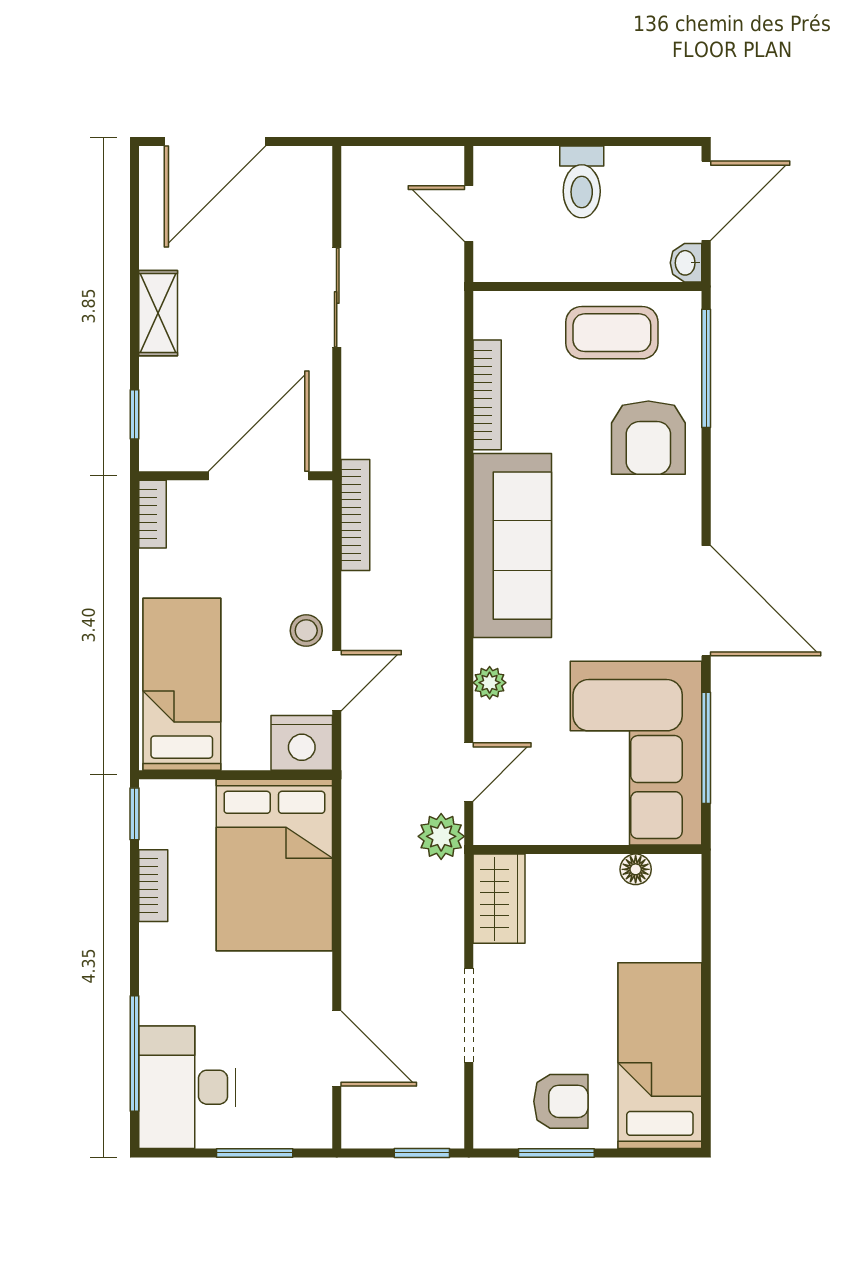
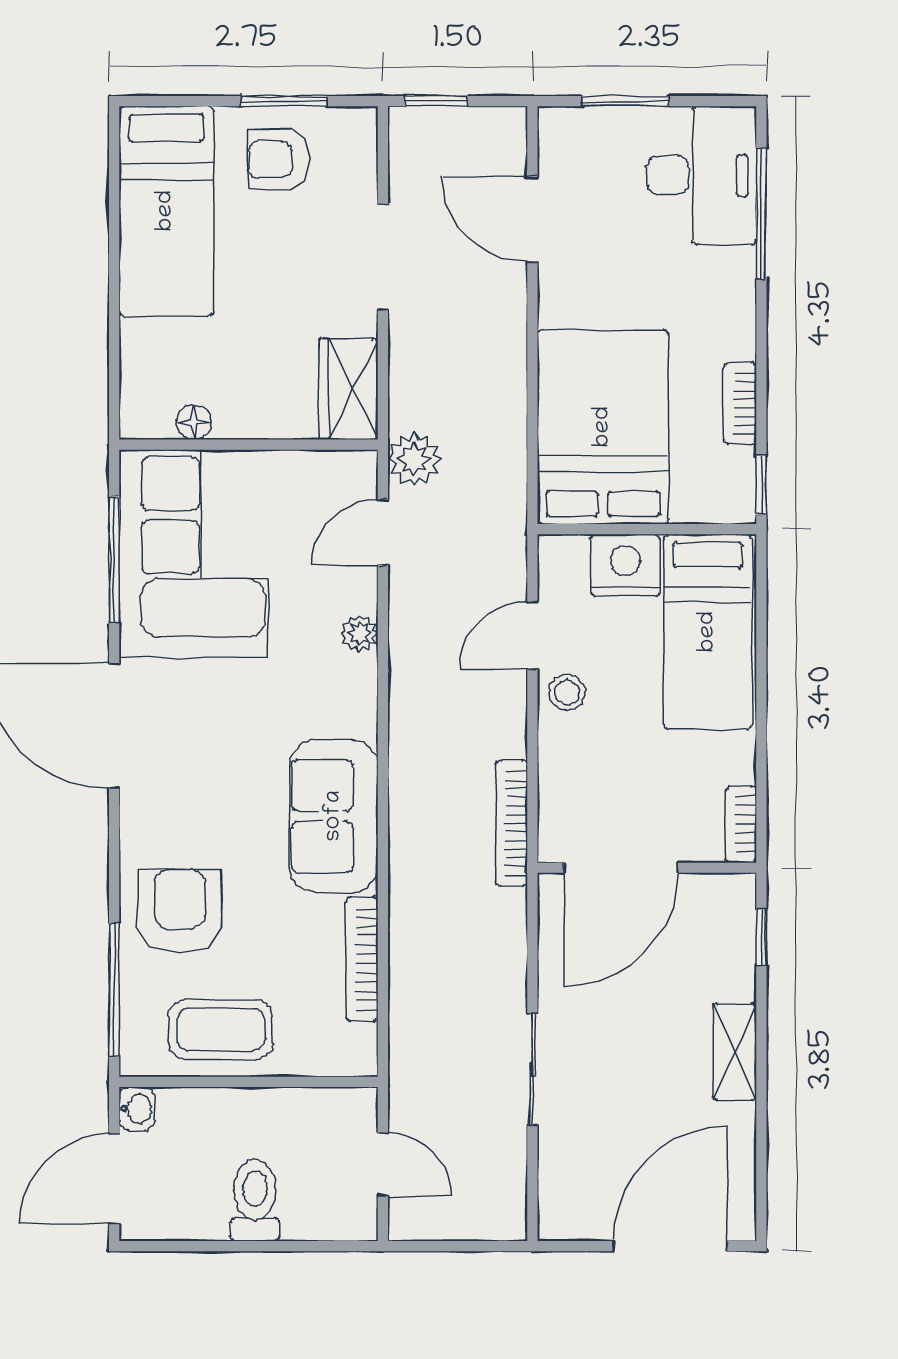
sofa: (512, 546) -> (334, 816), width x0.73
nightstand: (302, 743) -> (625, 565), moved

